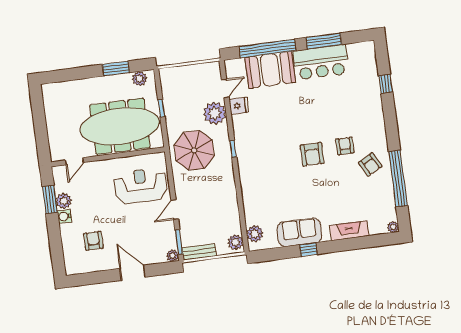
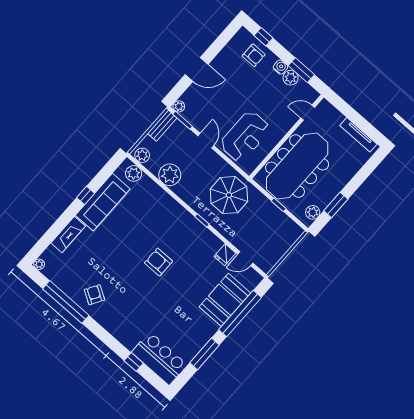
bar counter: (321, 62) -> (159, 359), moved, turned 90
door: (225, 88) -> (245, 259), hinge flipped
tv unit: (49, 108) -> (358, 135), added
plant: (215, 113) -> (170, 175), moved
armchair: (345, 146) -> (124, 292), removed
armchair: (312, 154) -> (159, 262), moved
door: (74, 161) -> (308, 113), hinge flipped
armchair: (370, 164) -> (94, 295), turned 60
sofa: (299, 232) -> (103, 202), width x1.36
armchair: (93, 241) -> (254, 55), moved
window: (57, 252) -> (264, 37), added

